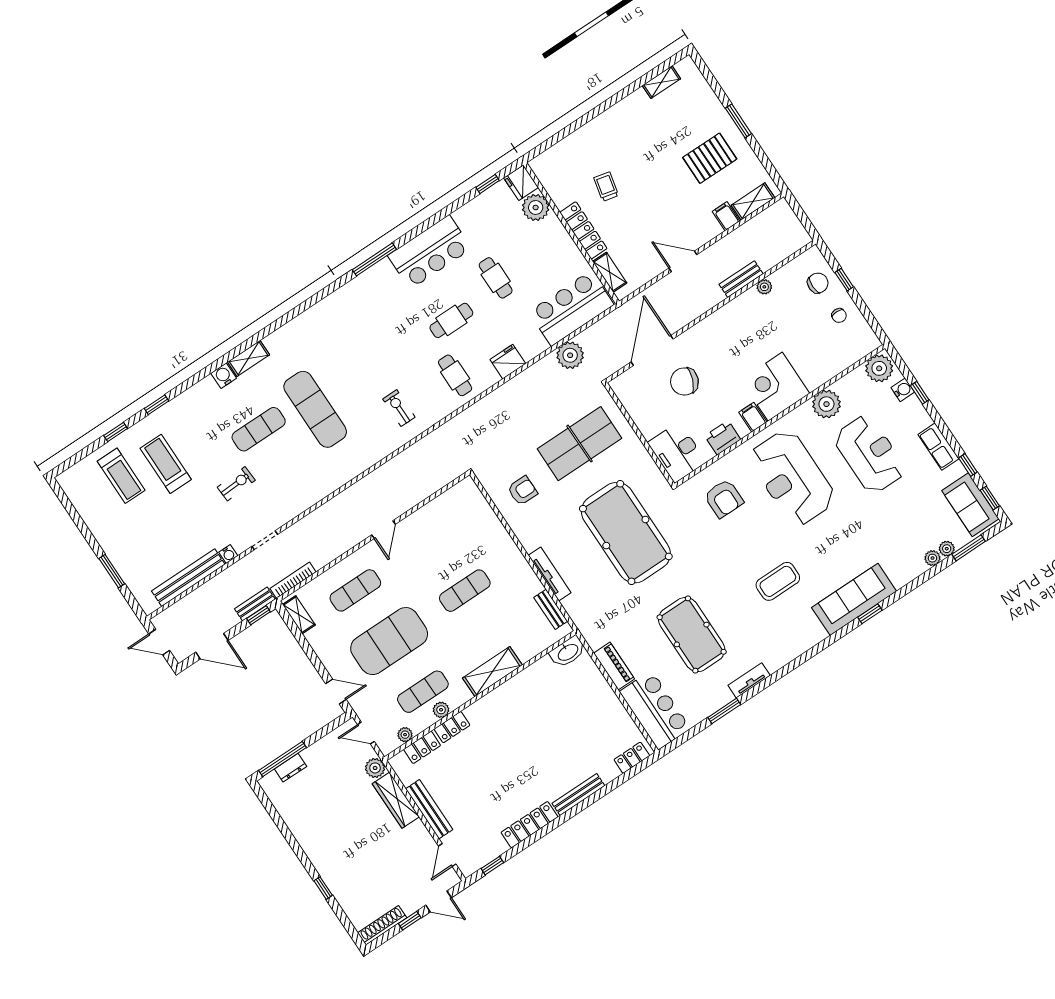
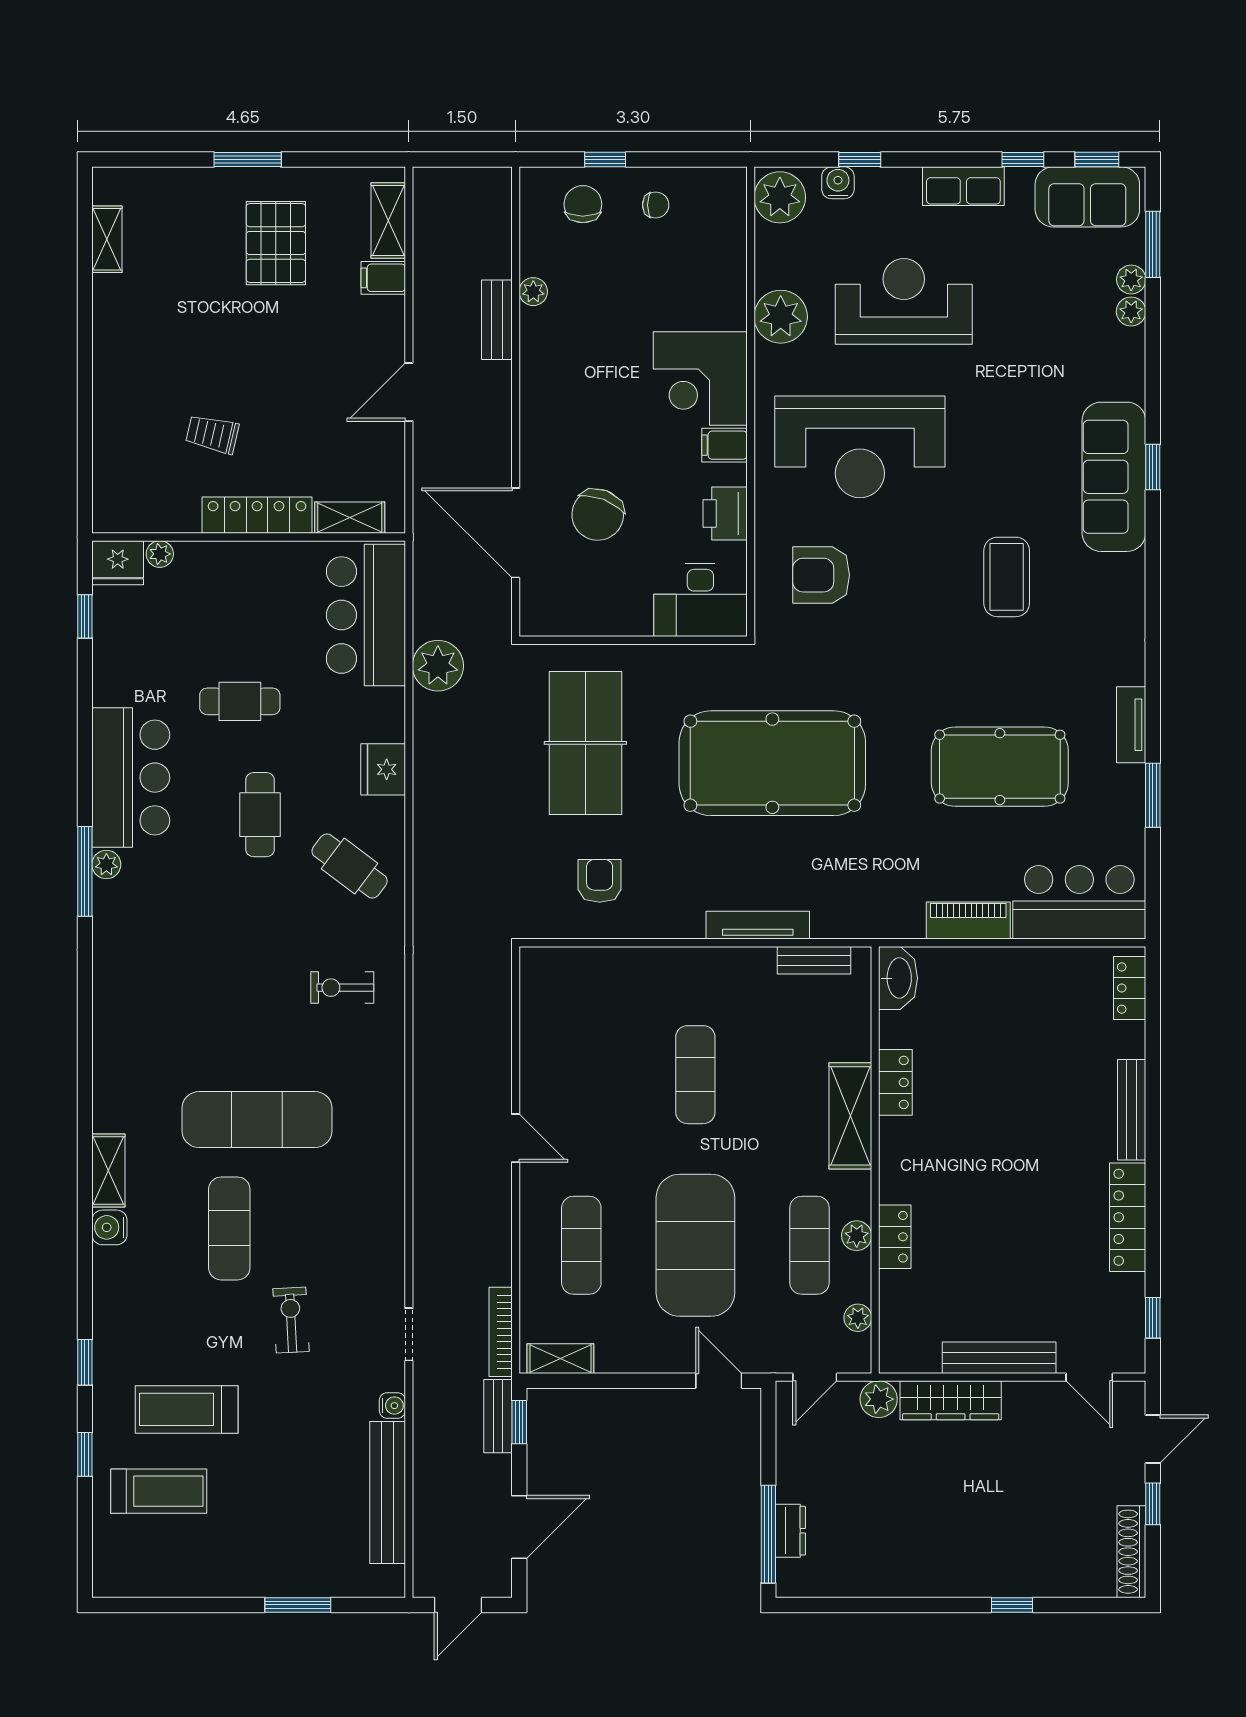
plant: (536, 207) -> (160, 554), width x0.53, depth x0.53
plant: (384, 267) -> (106, 865), added
cafe table: (455, 375) -> (350, 866), turned 37
armchair: (724, 499) -> (821, 575), turned 180
door: (336, 691) -> (719, 1381), hinge flipped
locker: (422, 747) -> (895, 1082), moved

